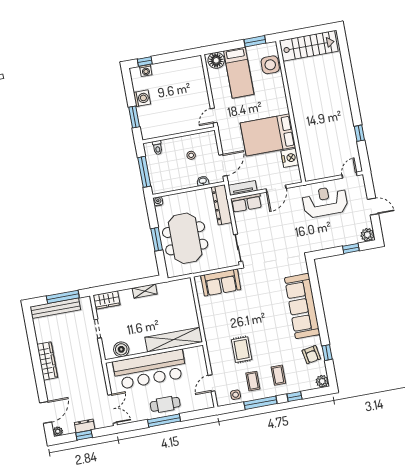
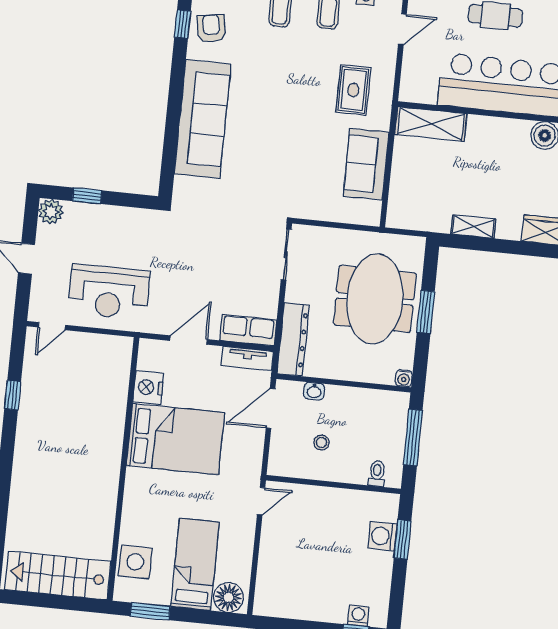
washing machine: (142, 98) -> (382, 536), moved
sofa: (221, 283) -> (366, 164), moved, turned -90
shelving: (174, 340) -> (431, 124), width x0.68
rug: (242, 350) -> (353, 90), moved

